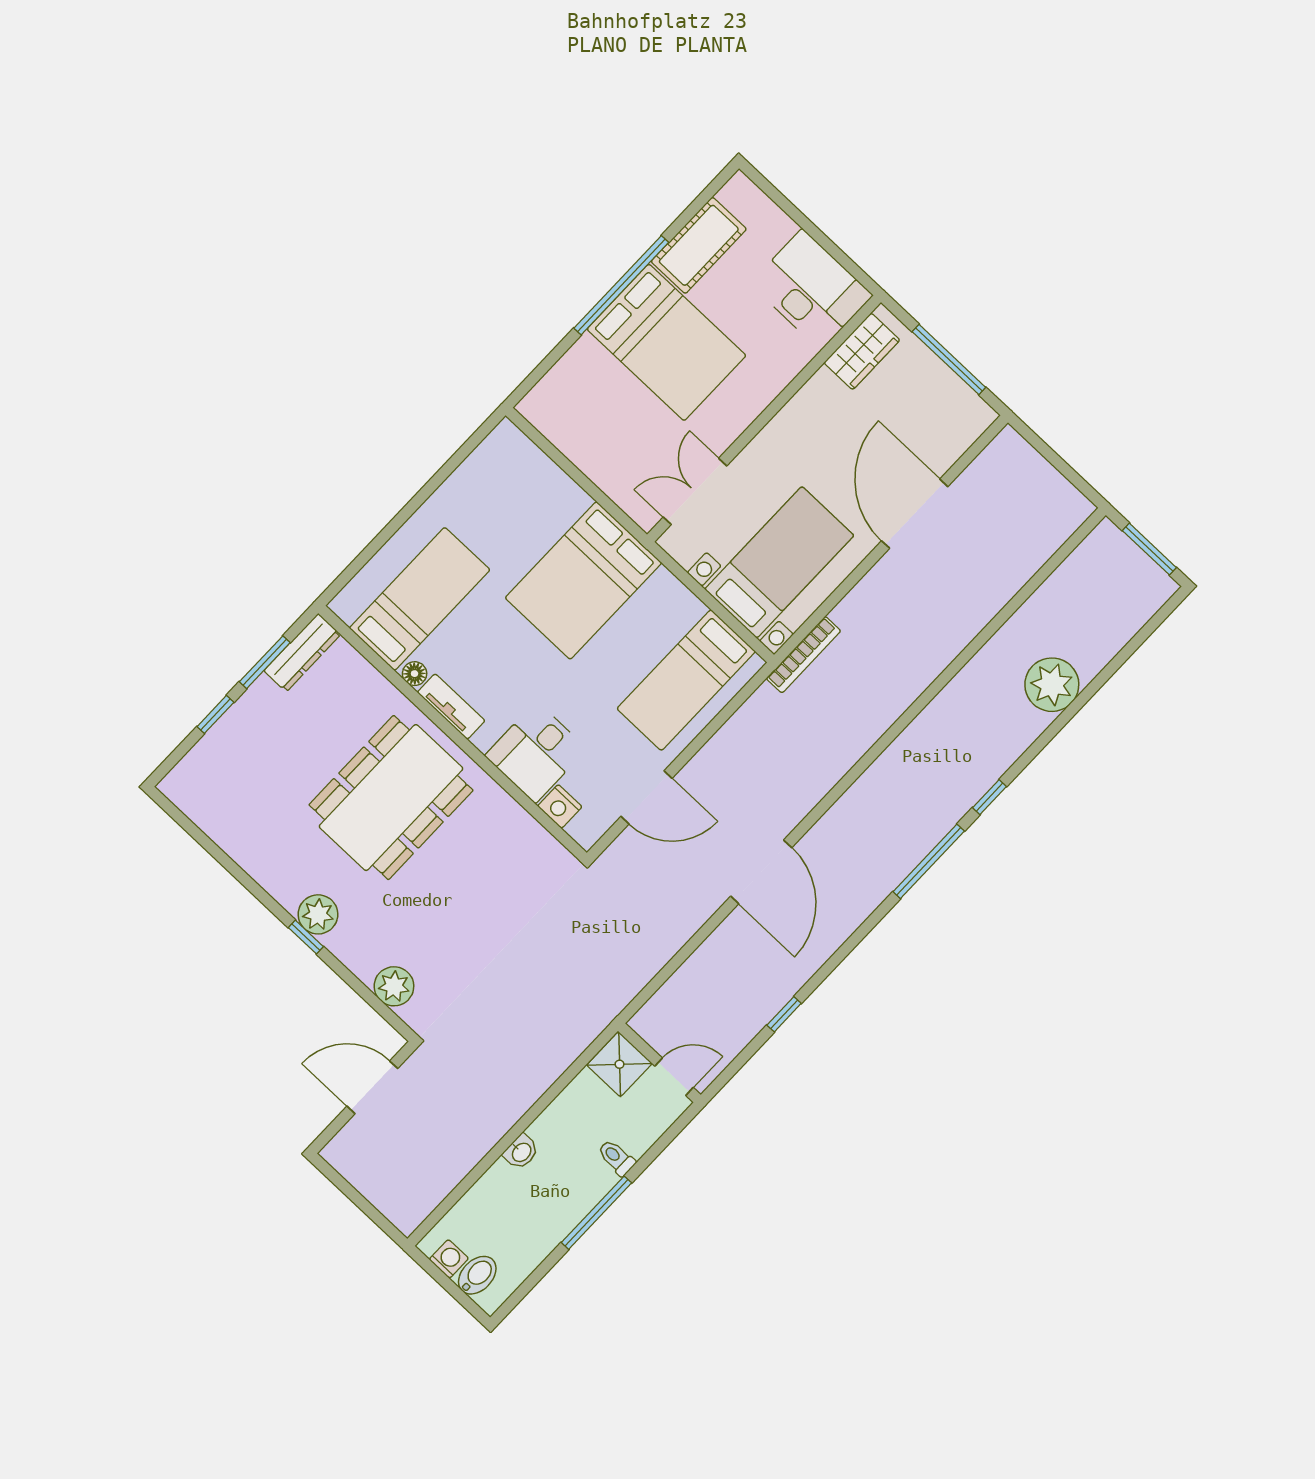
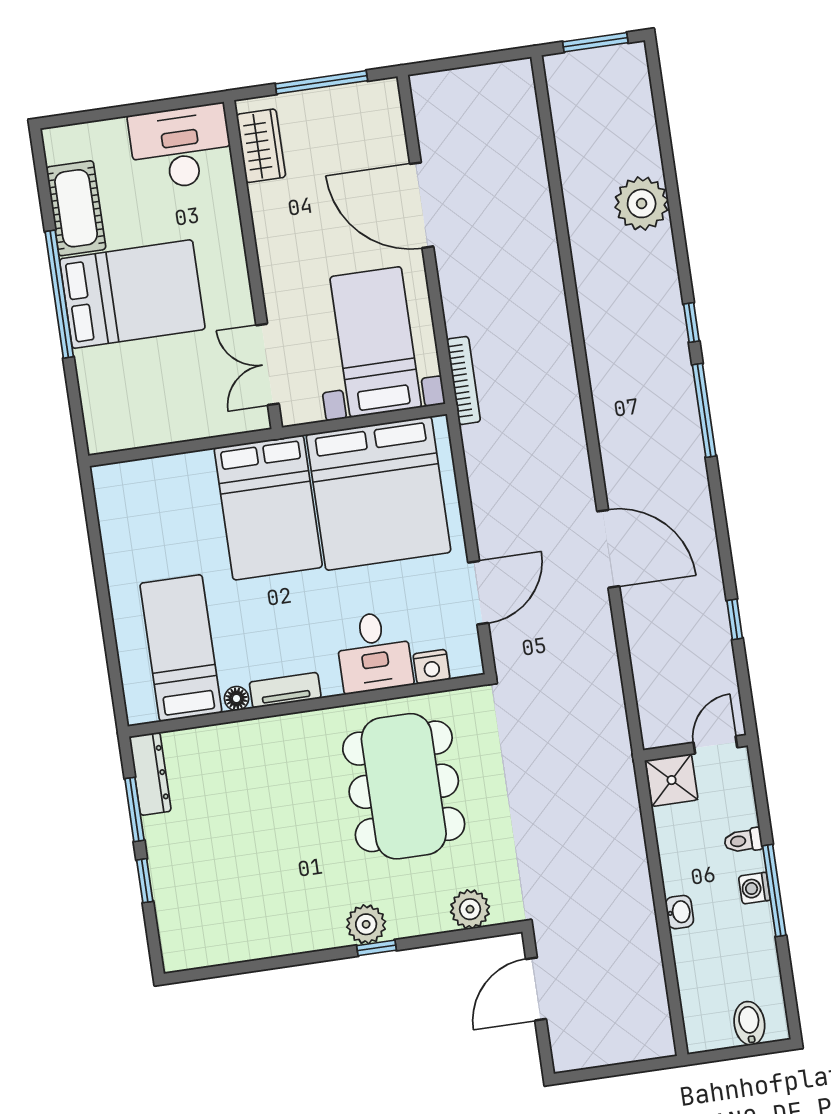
bed: (686, 680) -> (379, 493), width x2.04
dining table: (391, 798) -> (404, 786), moved
washing machine: (449, 1259) -> (754, 888), moved, turned -90

